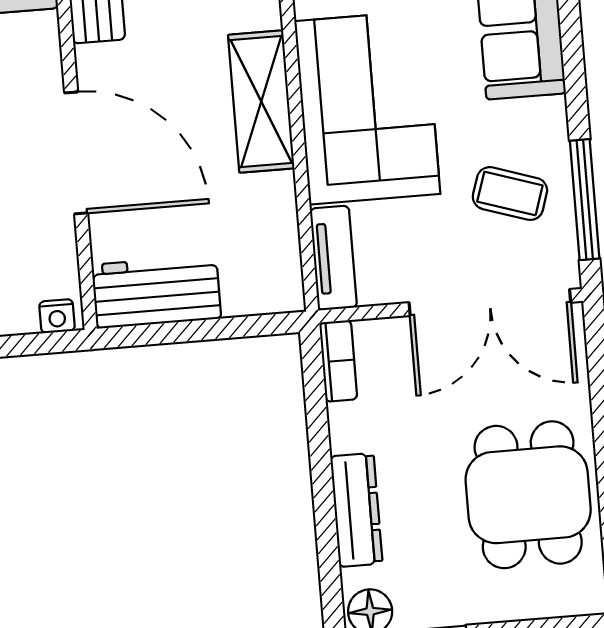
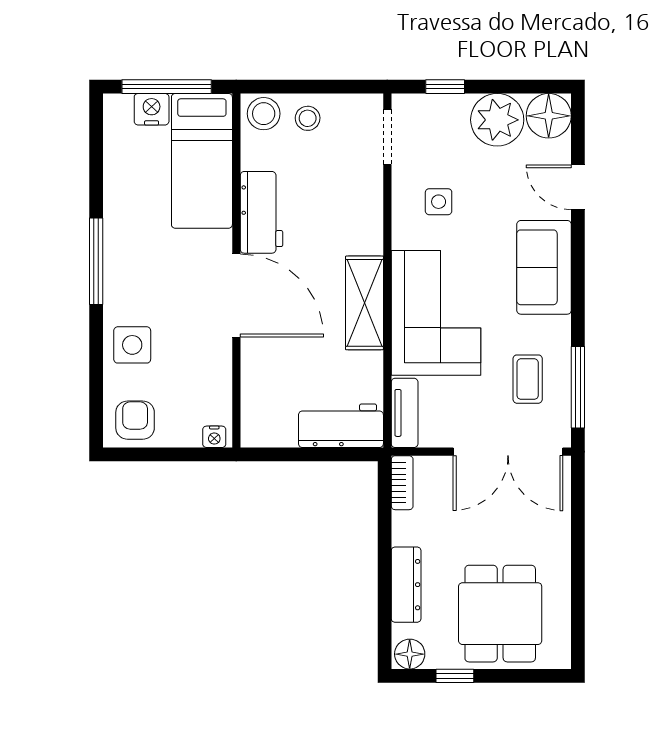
door: (76, 153) -> (236, 296), moved
coffee table: (510, 194) -> (528, 379), turned 72
workbench: (157, 292) -> (341, 426), moved
dining table: (528, 495) -> (500, 614), moved

